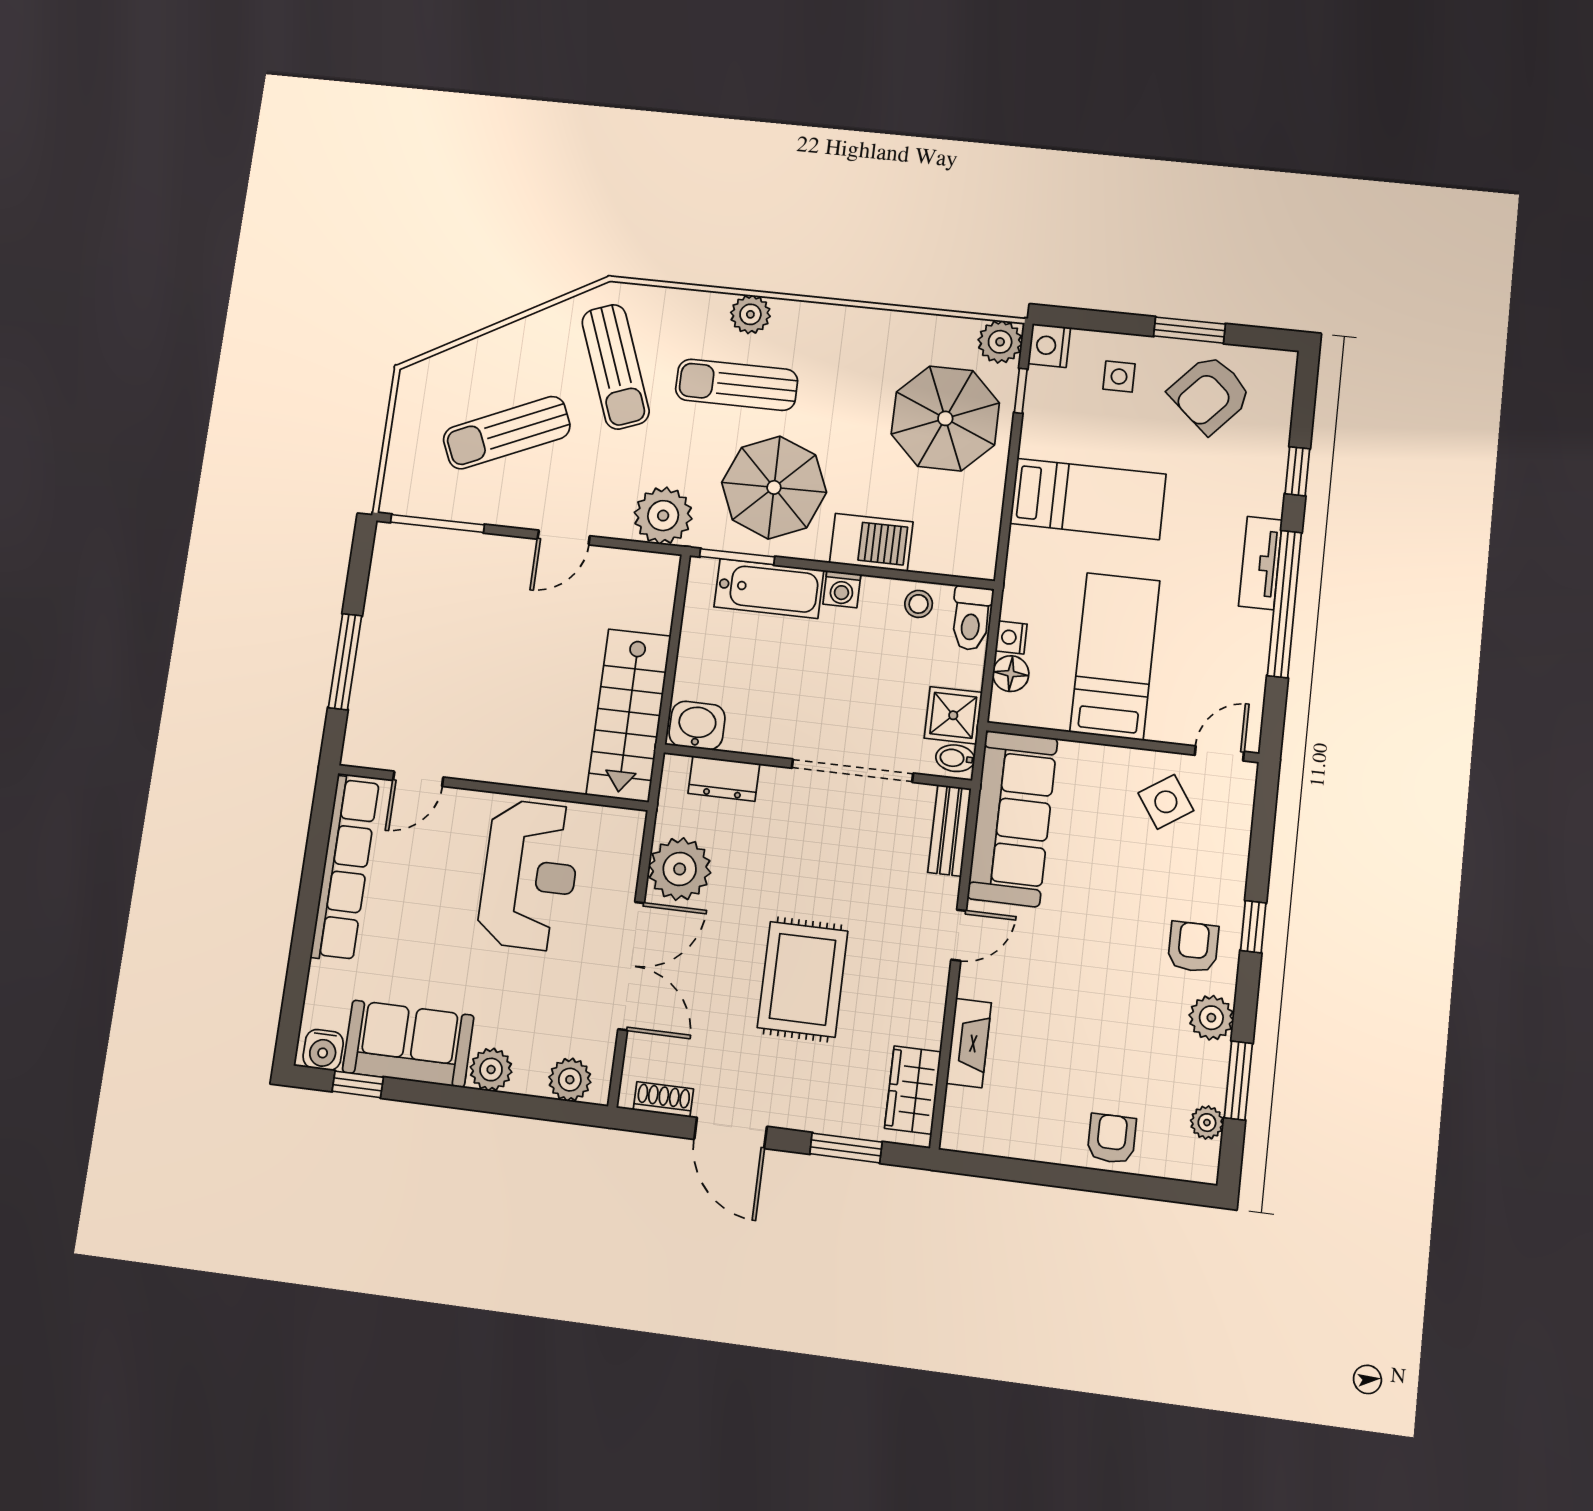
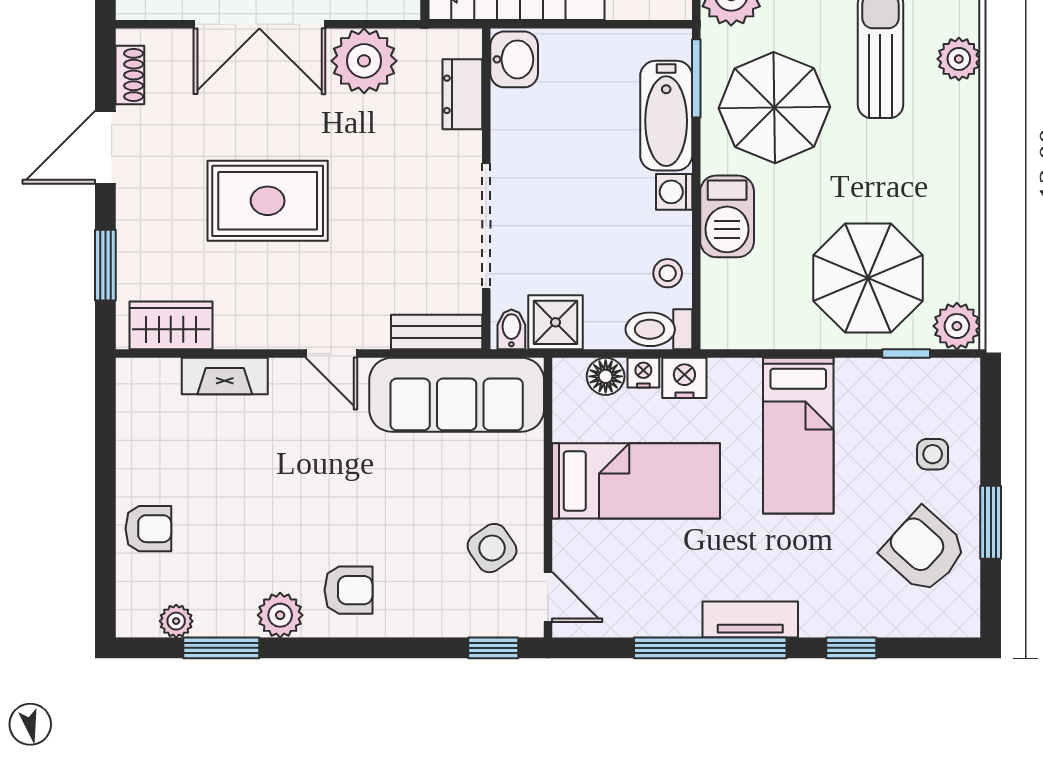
nightstand: (1049, 346) -> (684, 378), moved
window: (1253, 927) -> (493, 648), moved

